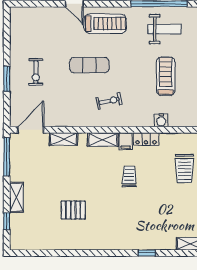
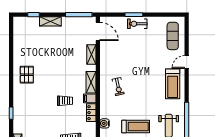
exercise mat: (89, 65) -> (173, 36), moved
exercise bike: (36, 72) -> (137, 24), moved
pallet: (73, 210) -> (27, 75), moved

